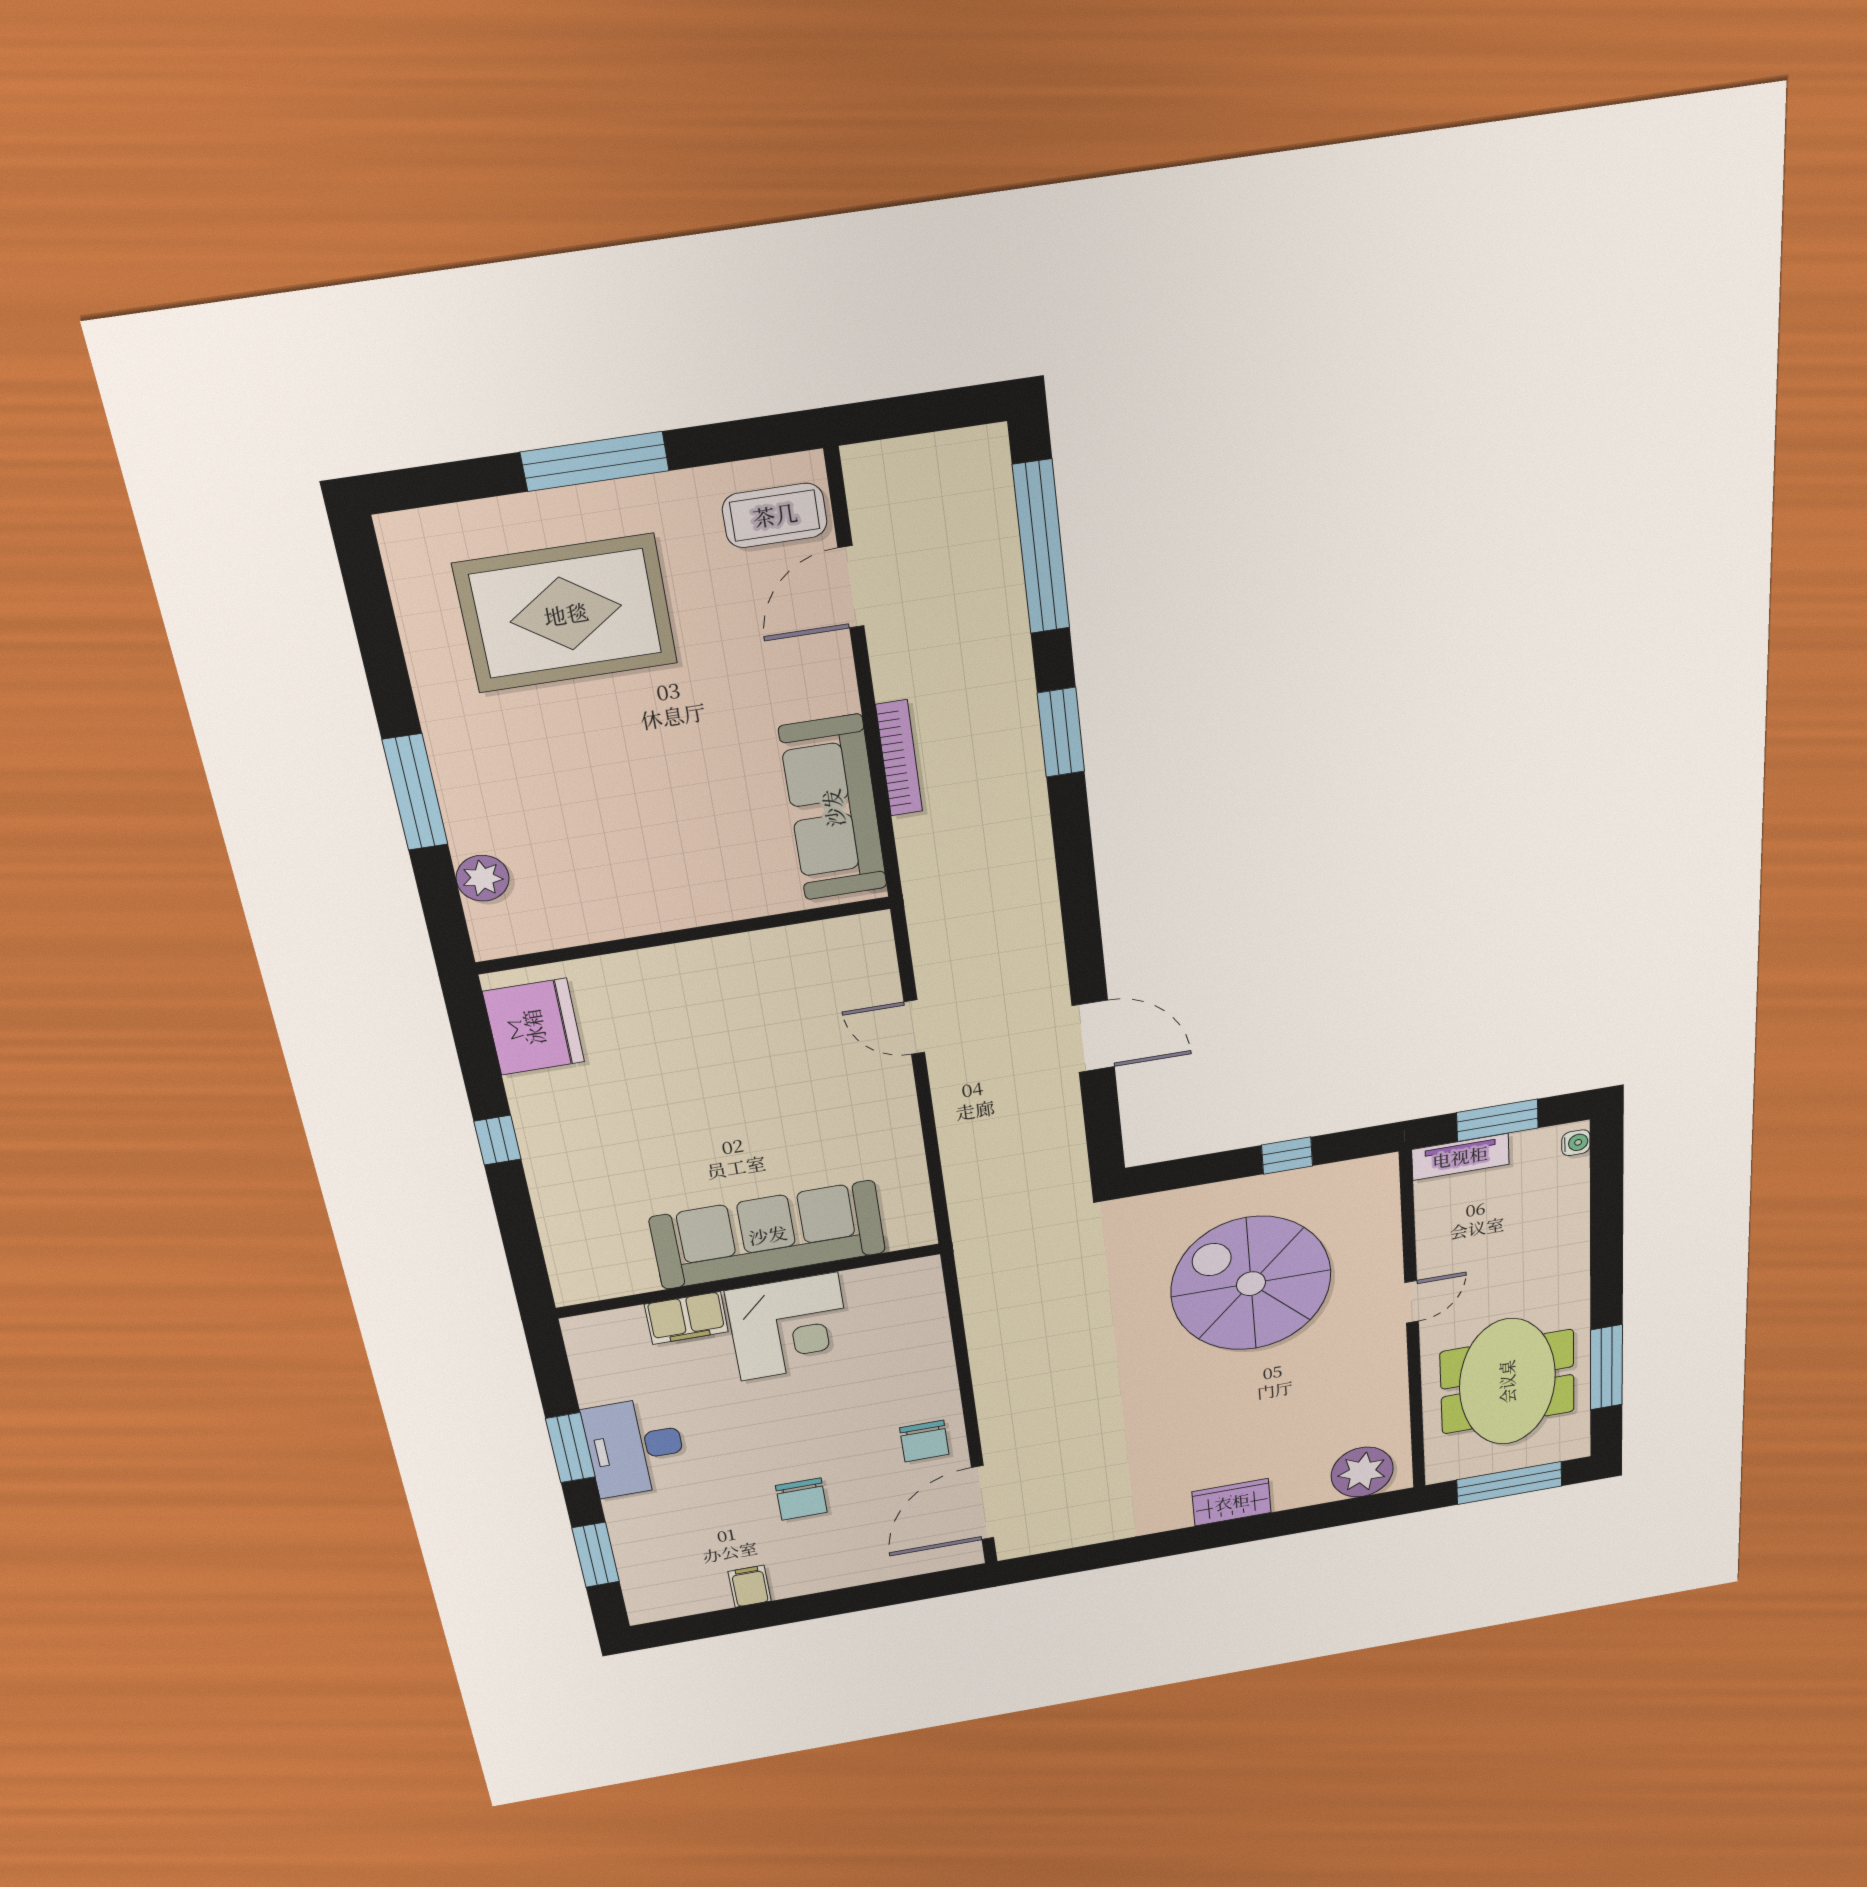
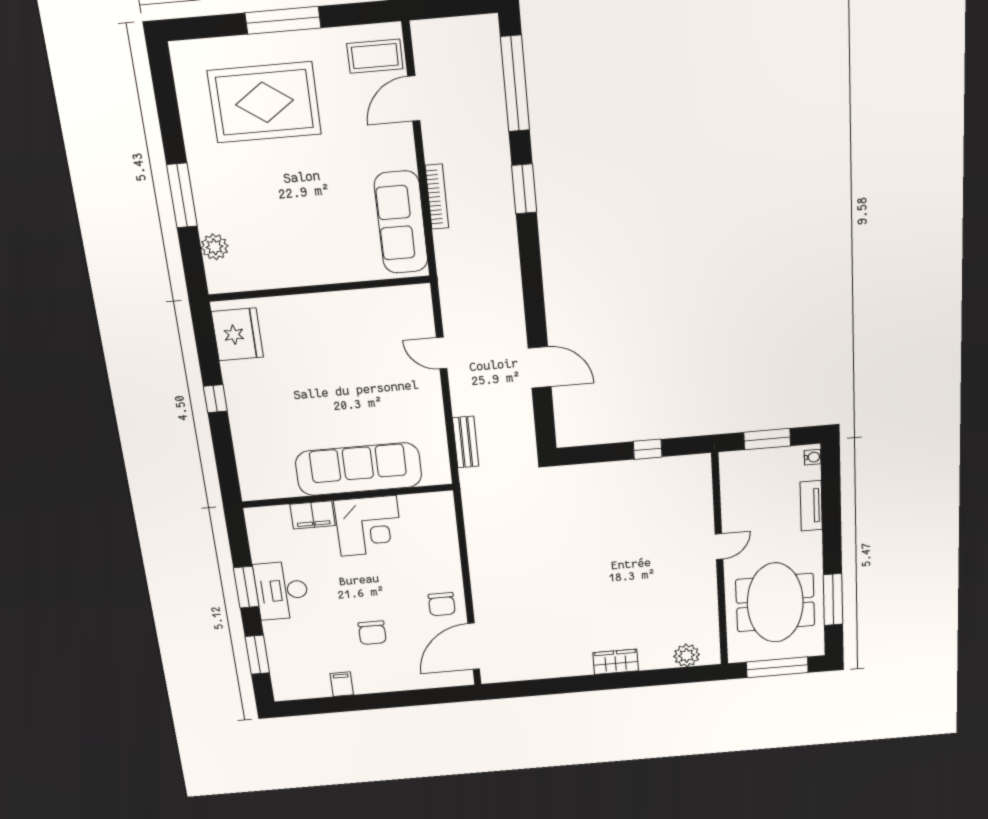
tv unit: (1460, 1157) -> (811, 506), moved, turned 90
bench: (961, 1173) -> (466, 442), added
spiral stairs: (1251, 1284) -> (627, 526), removed
plant: (1362, 1472) -> (687, 655), width x0.73, depth x0.73

